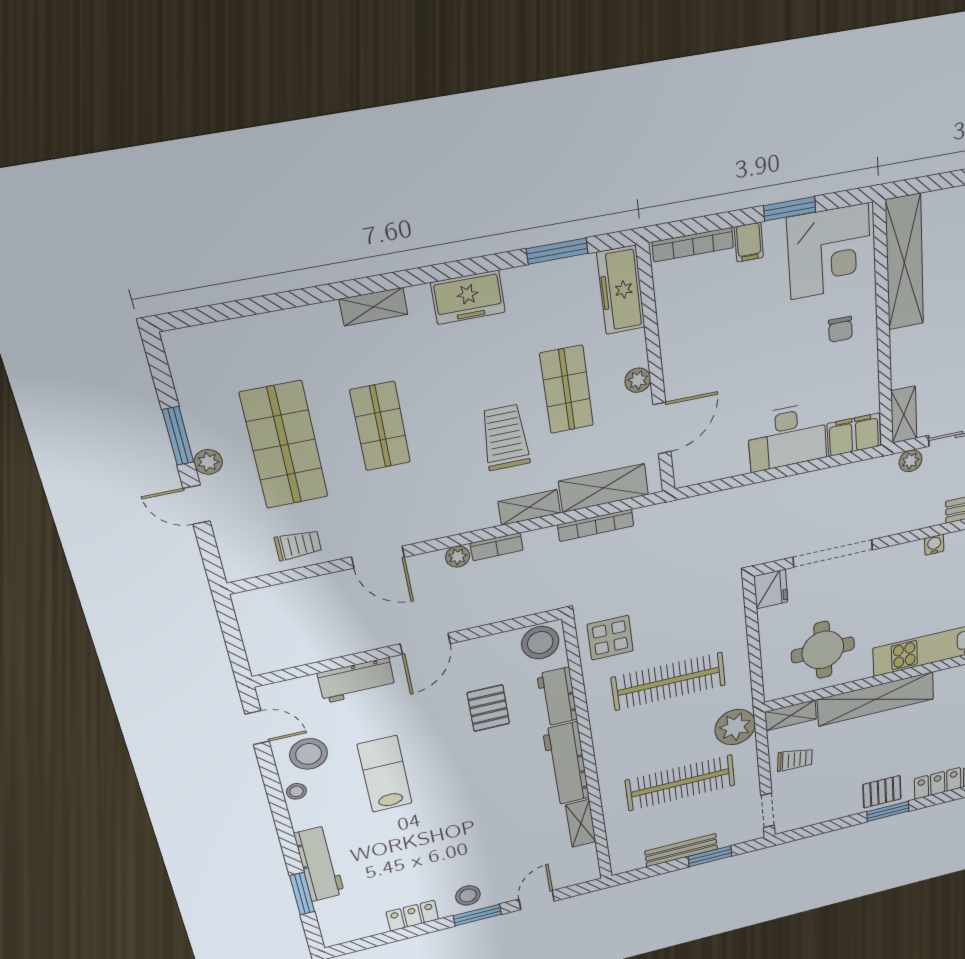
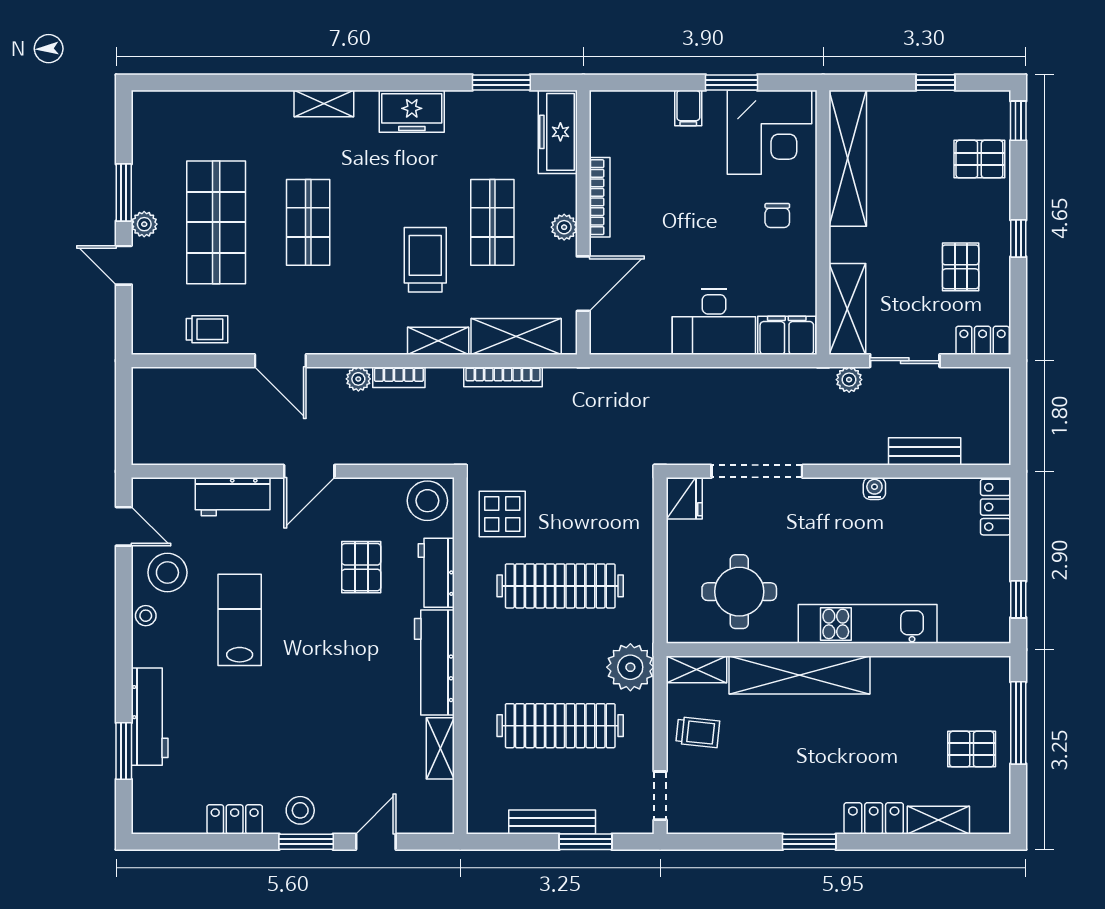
bookcase: (693, 245) -> (600, 197), moved, turned -90
shelving: (904, 415) -> (847, 309), width x1.50, depth x1.33
pallet: (882, 792) -> (803, 810), removed

